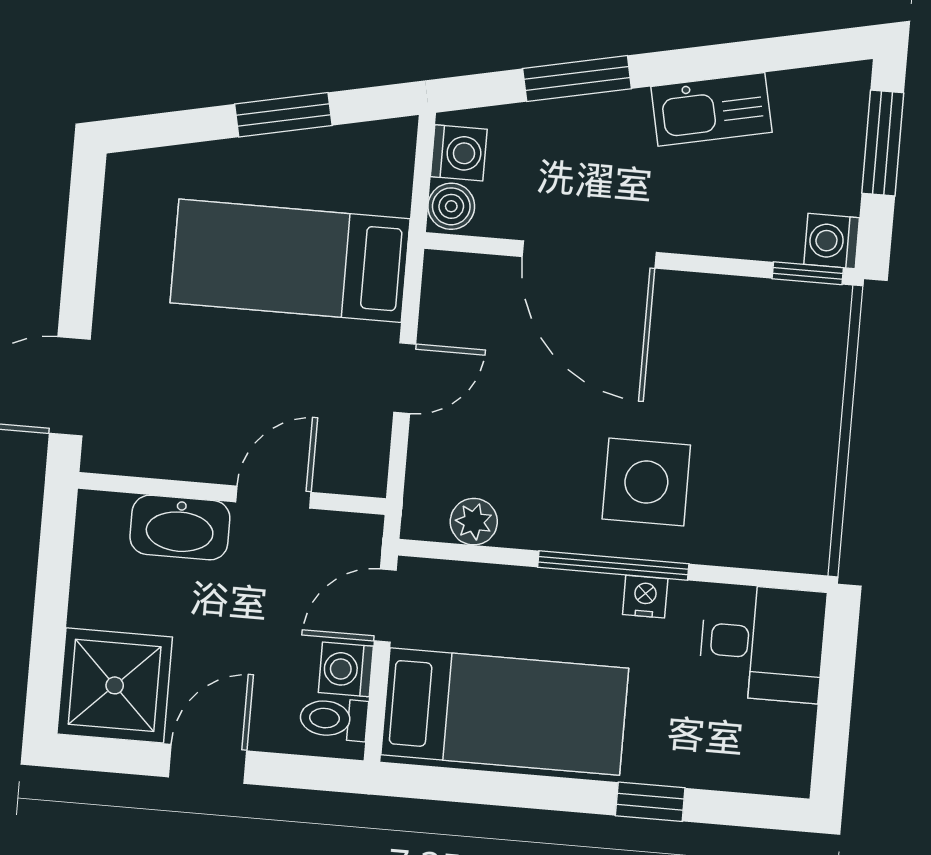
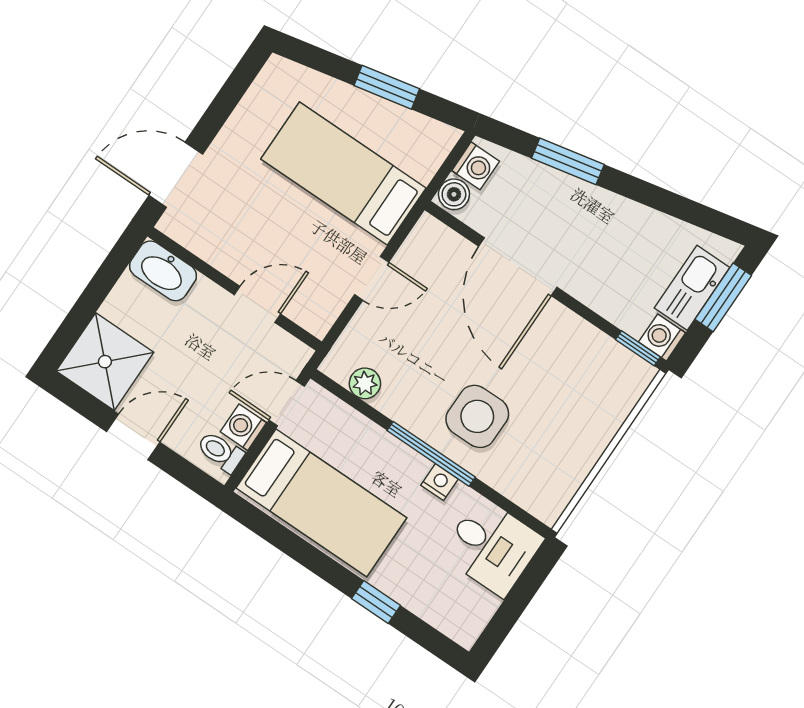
kitchen sink: (711, 109) -> (692, 288), moved, turned 102
washbasin: (180, 527) -> (163, 271), moved

